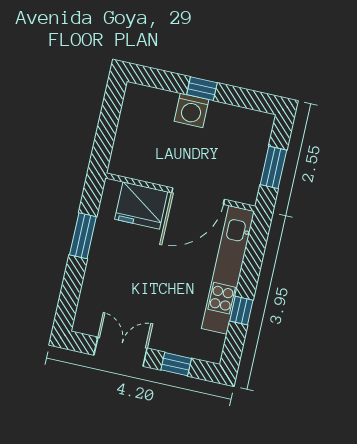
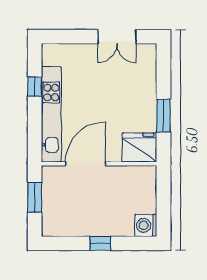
washing machine: (192, 110) -> (146, 225), moved, turned -90
fridge: (141, 205) -> (140, 147), moved
window: (176, 364) -> (74, 37), removed

